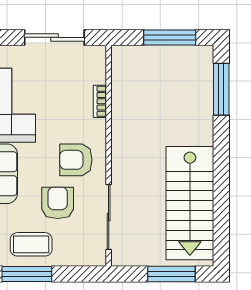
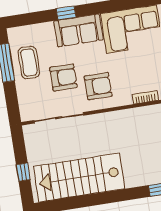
armchair: (76, 160) -> (98, 86), turned 90
window: (171, 274) -> (23, 172), width x0.46

